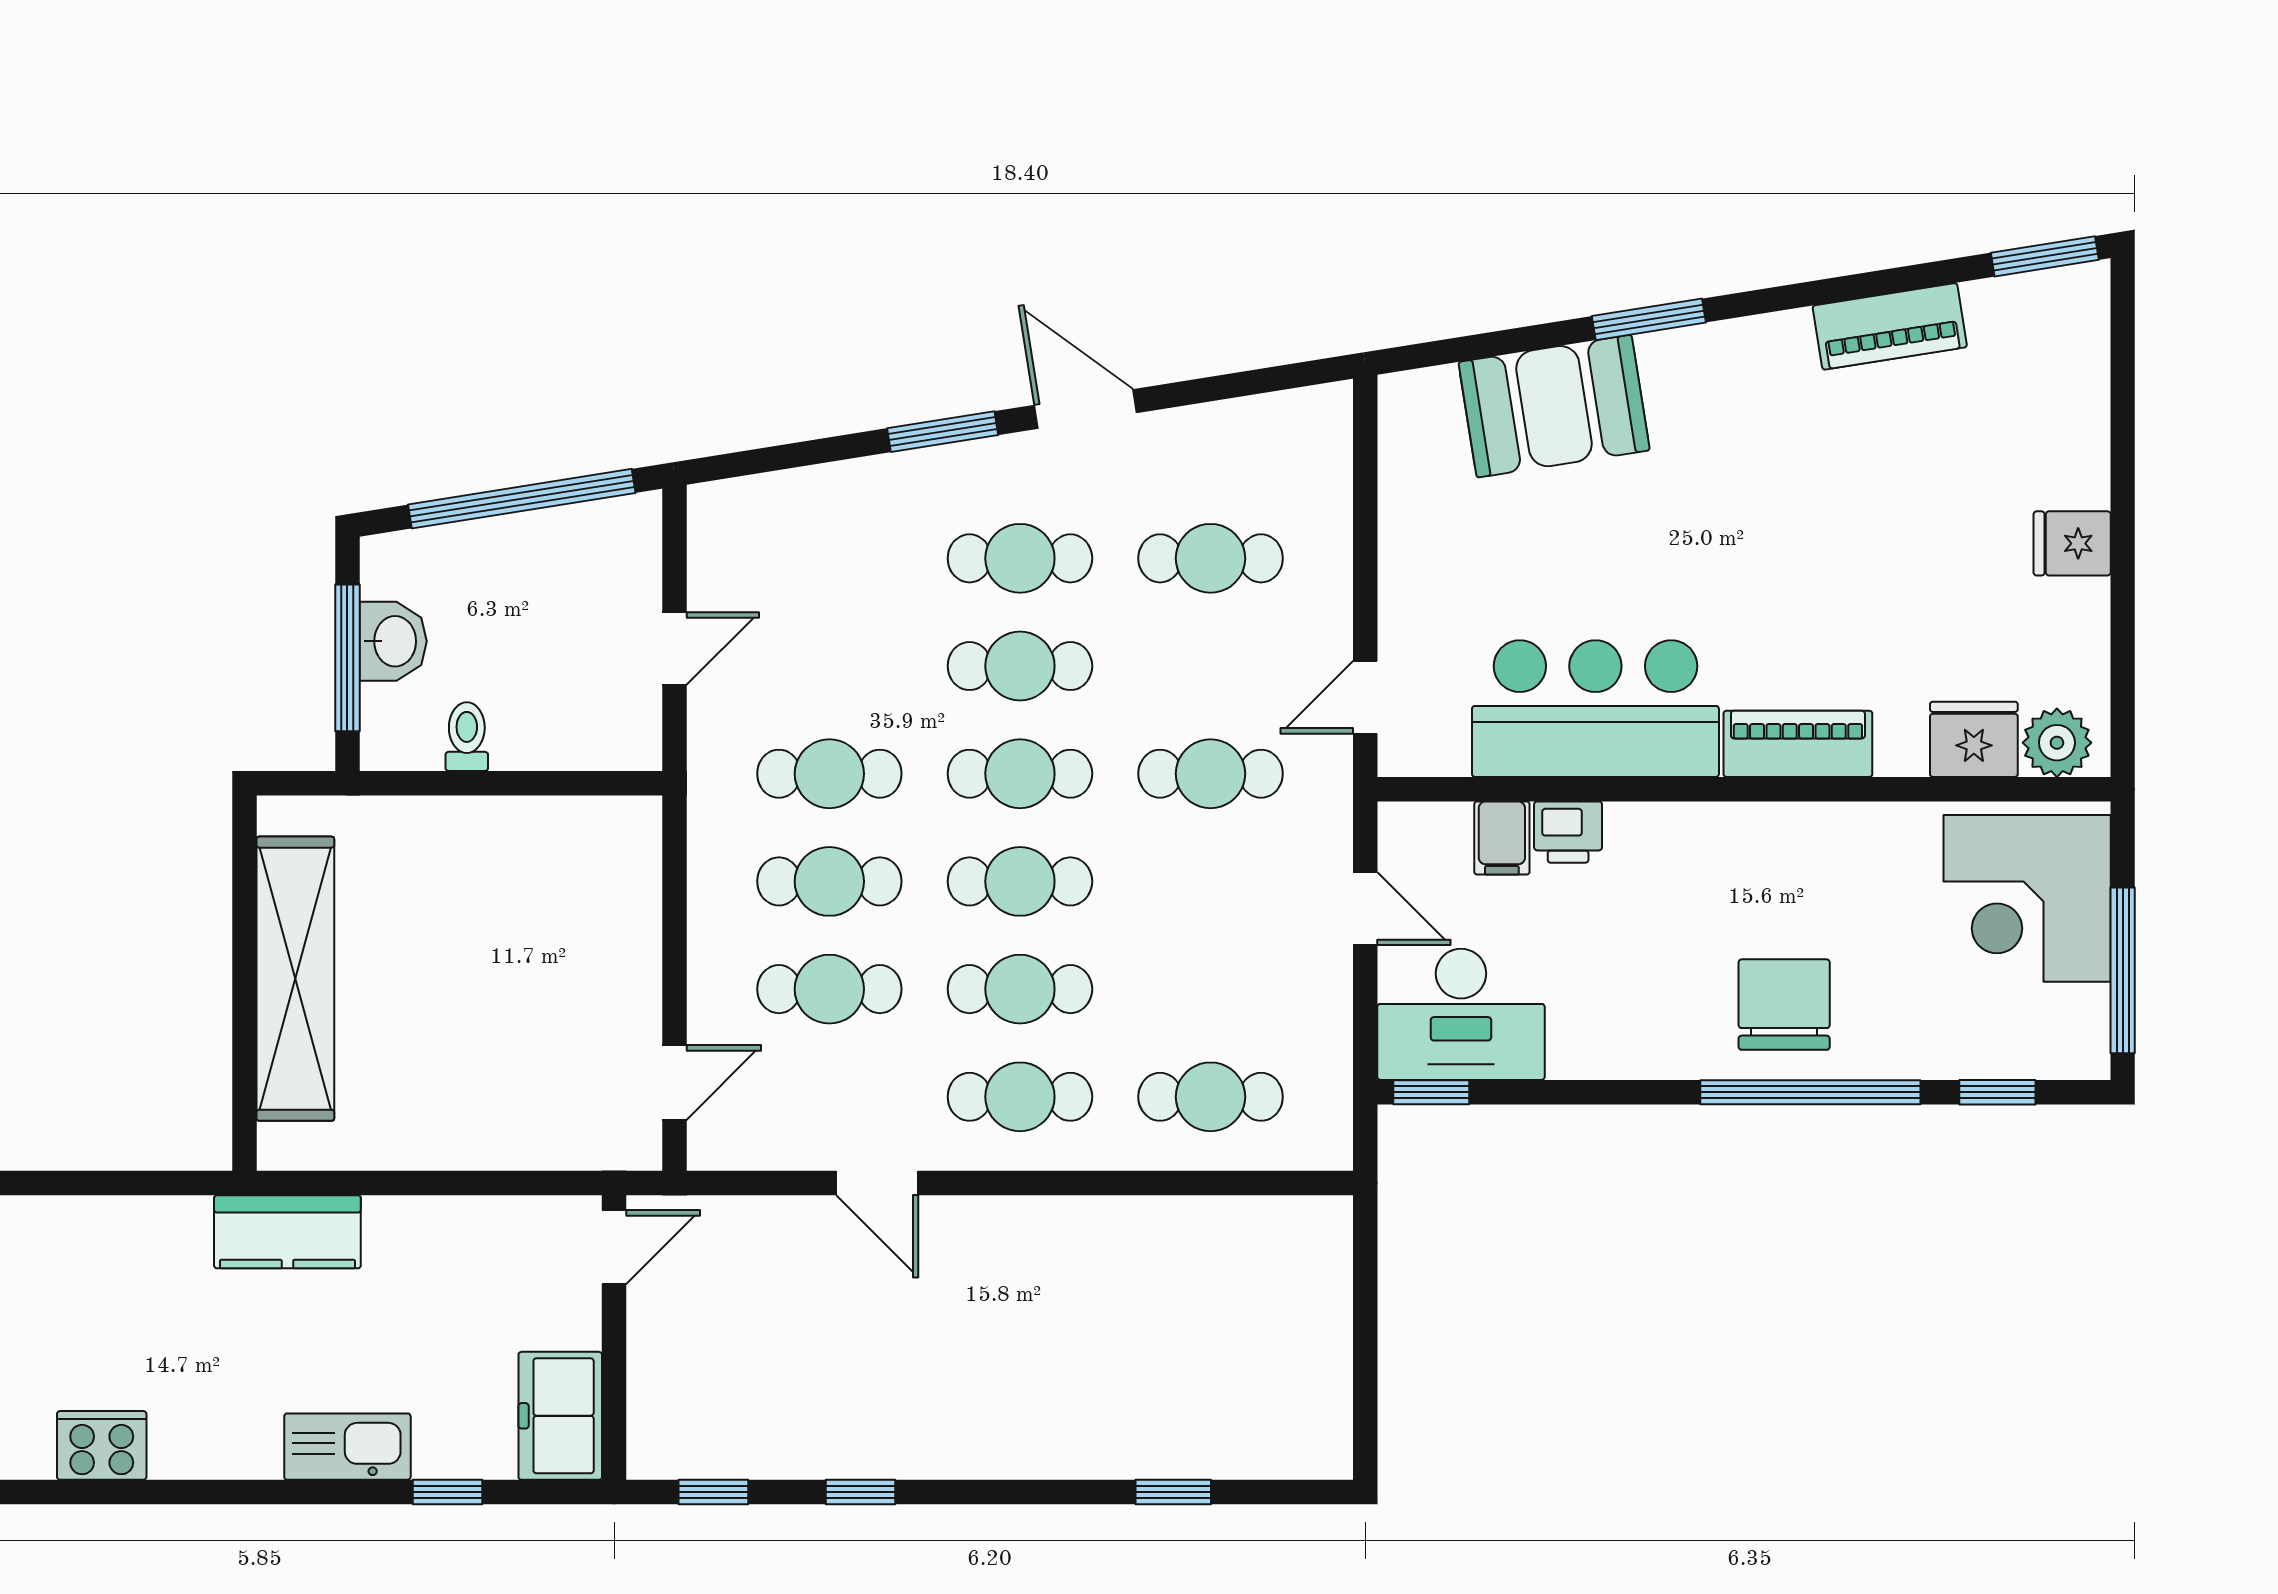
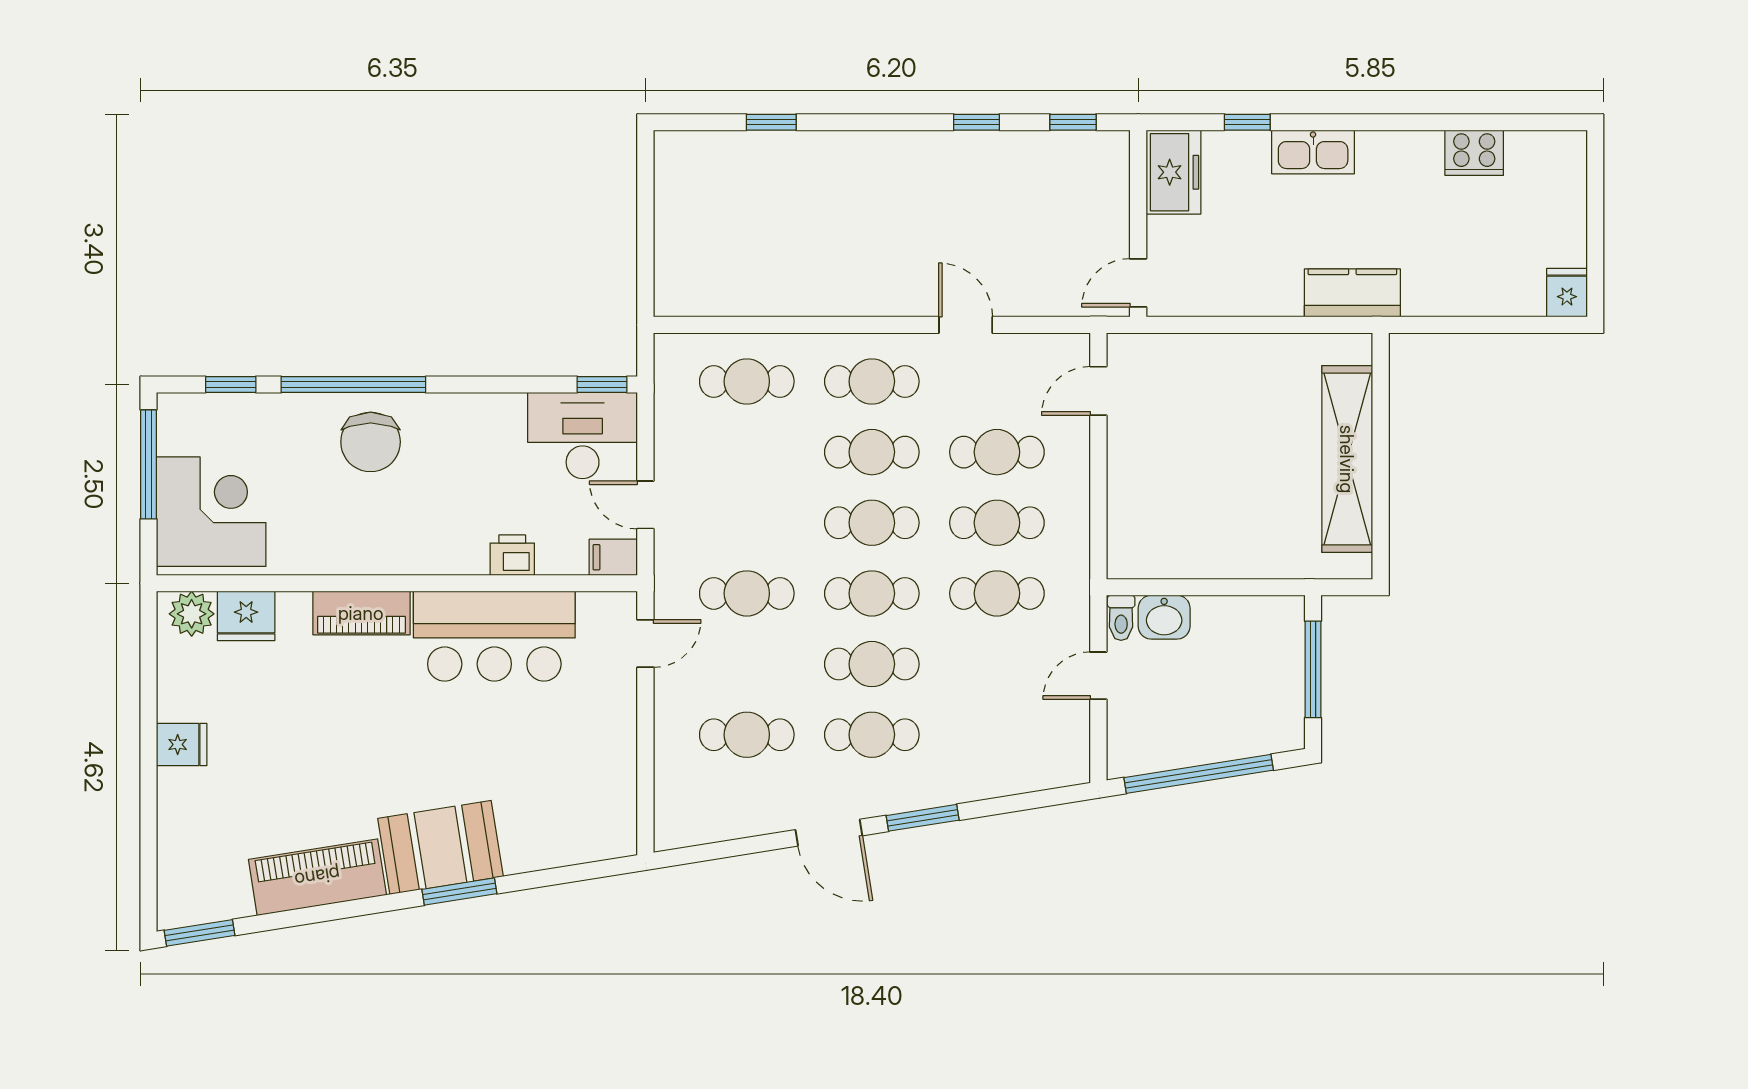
piano: (1890, 326) -> (317, 877), width x1.37, depth x1.33
booth: (1554, 406) -> (440, 847), moved
washbasin: (393, 641) -> (1164, 617), moved, turned -90
toilet: (467, 737) -> (1121, 618), moved
filing cabinet: (1502, 838) -> (613, 557), moved, turned -90

